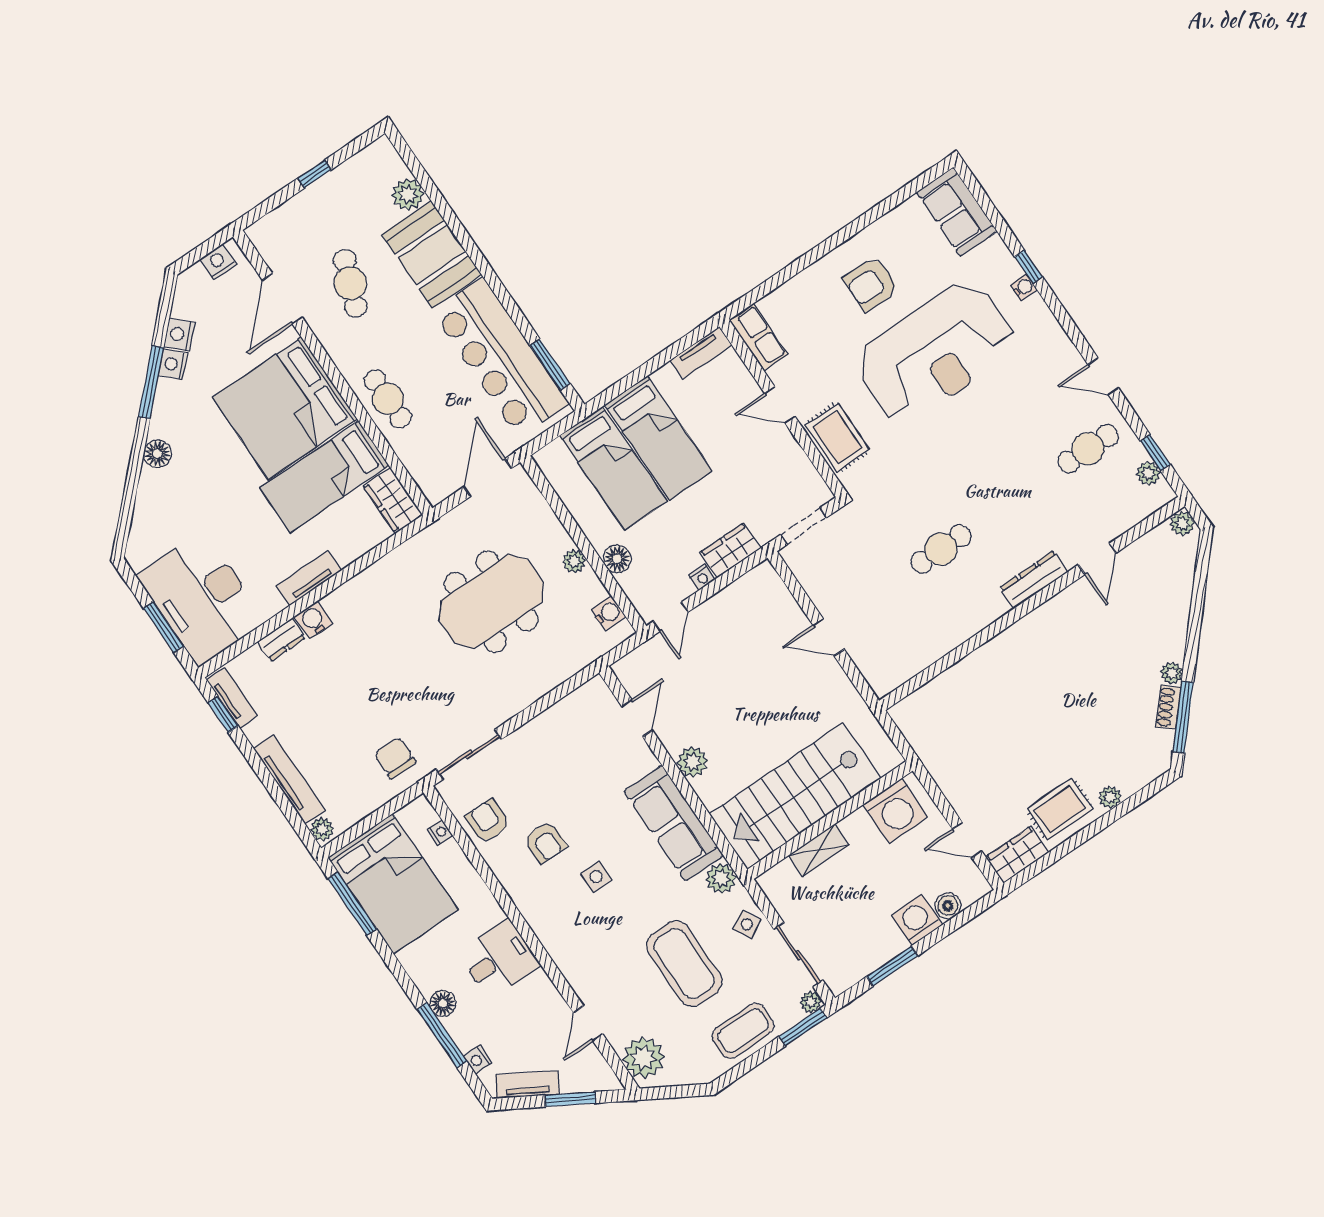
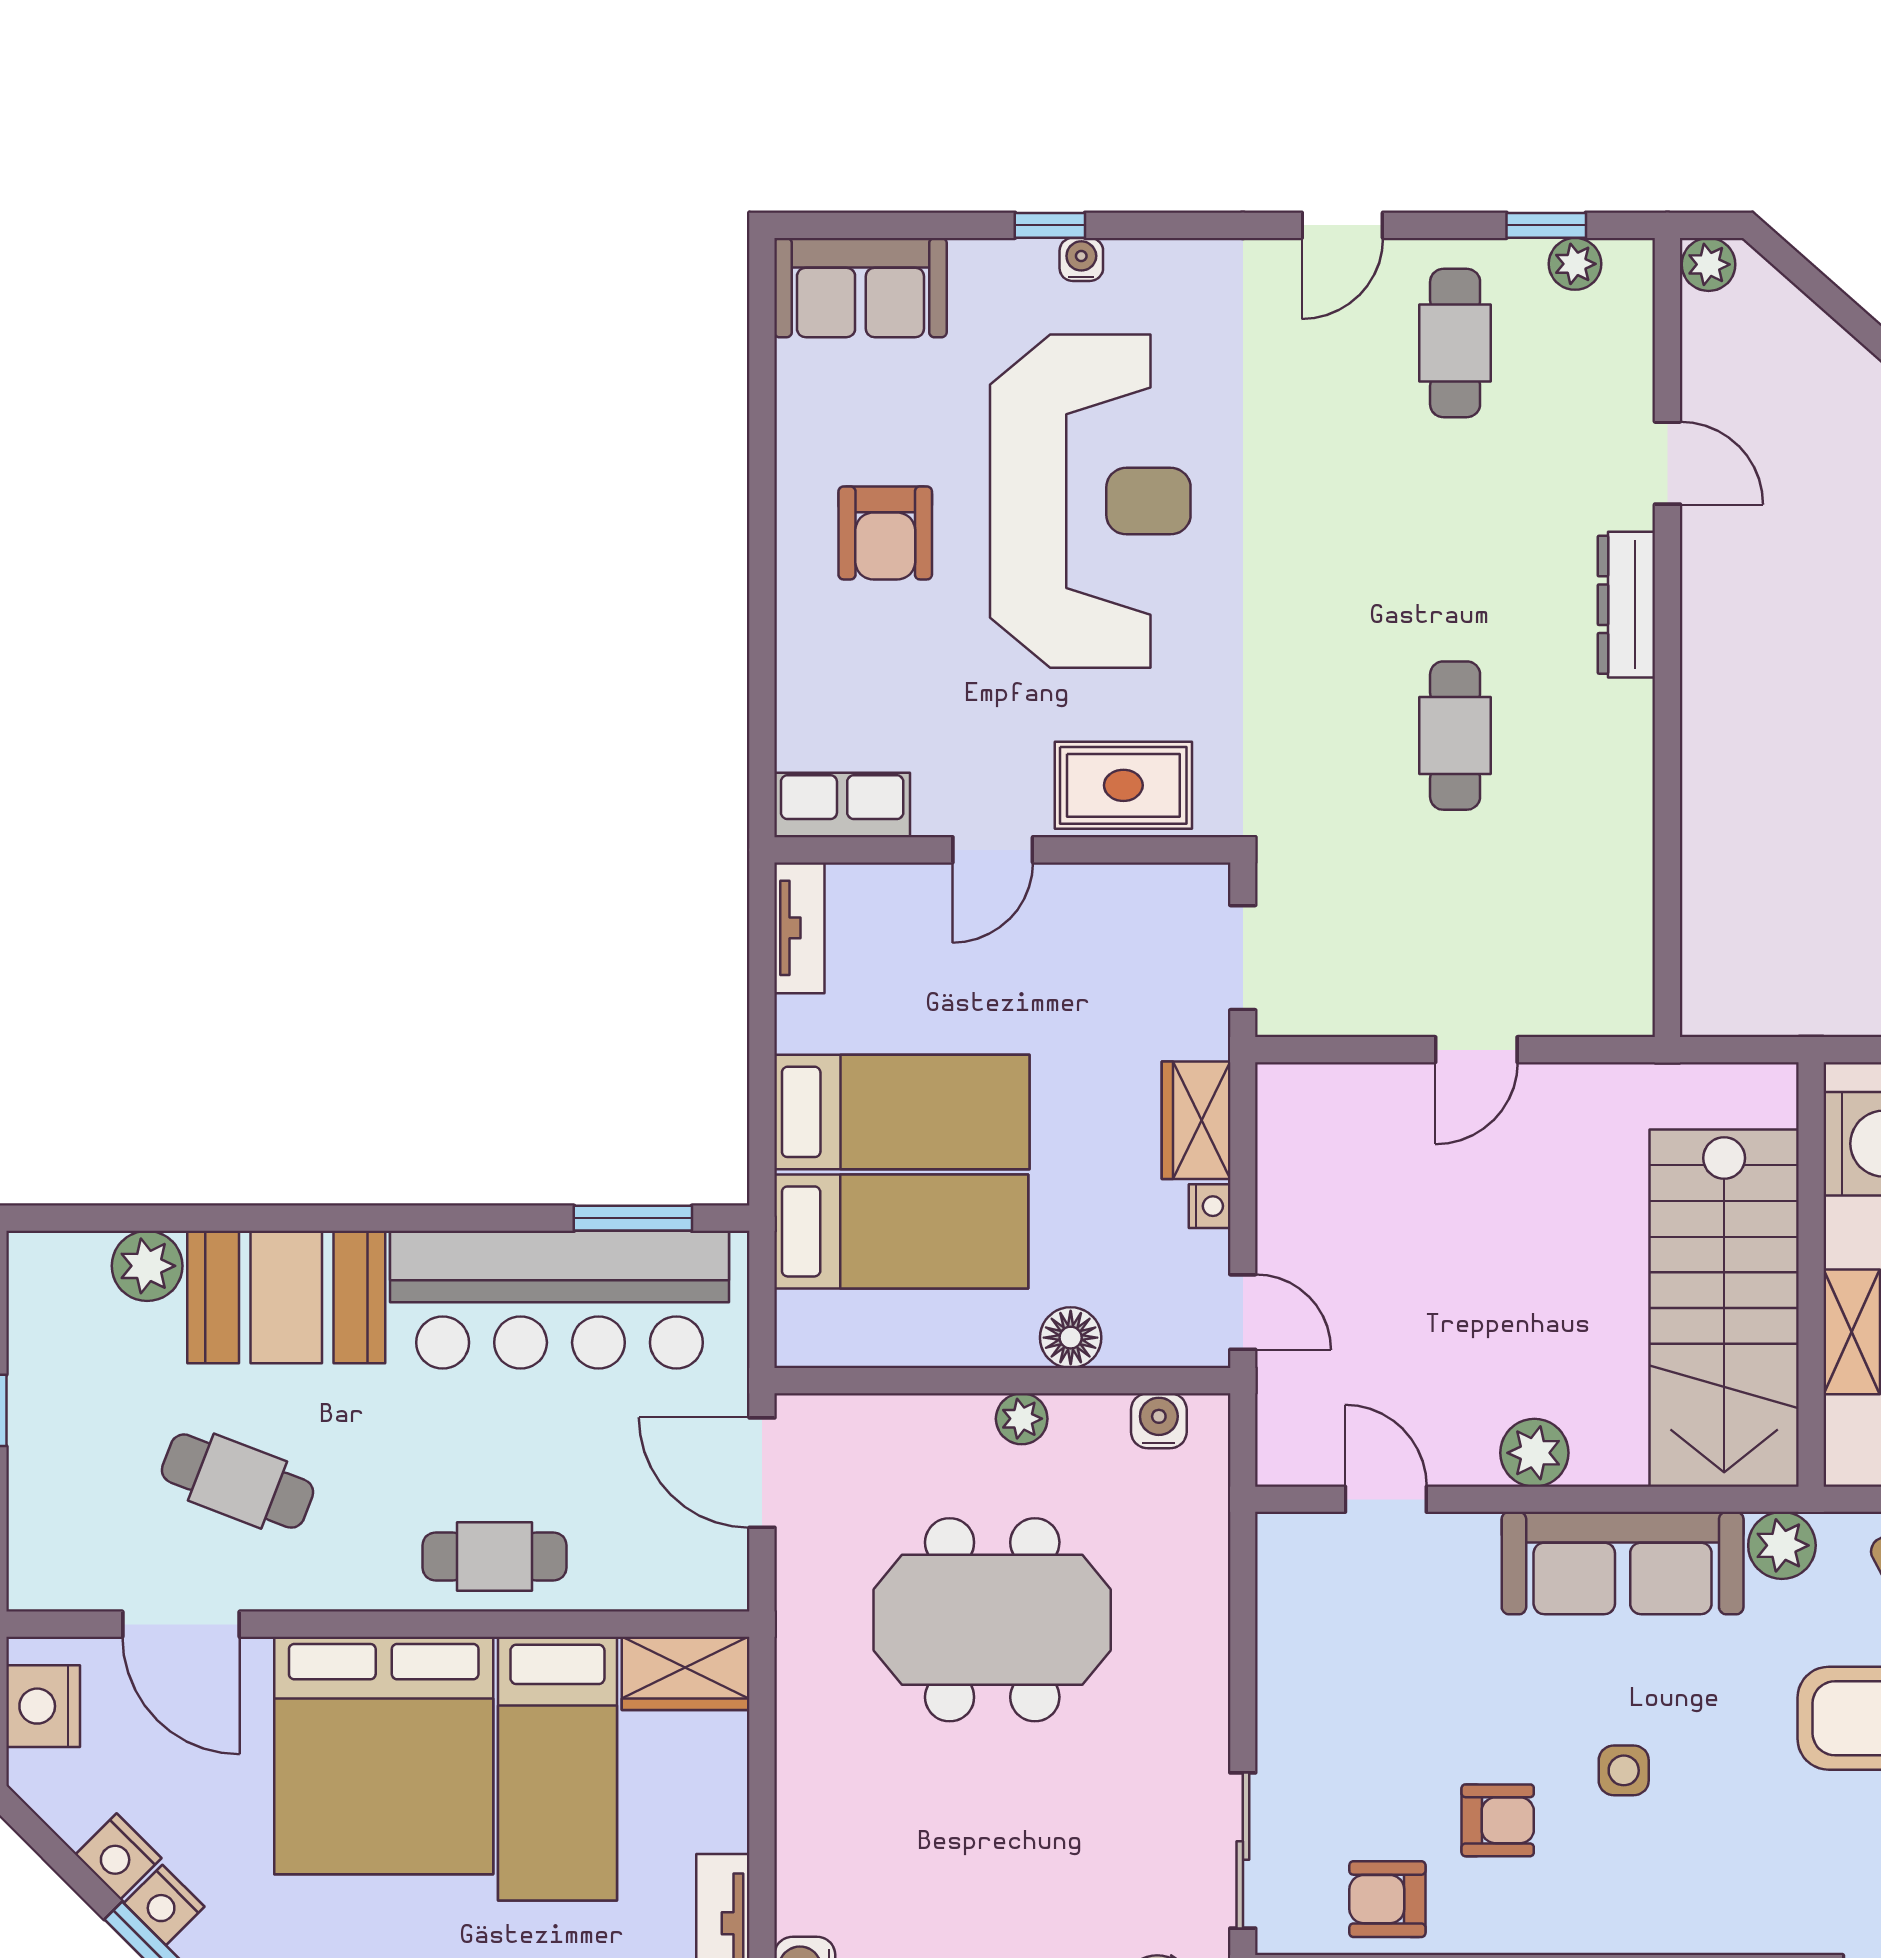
nightstand: (218, 262) -> (43, 1706), width x1.36, depth x1.33
meeting table: (491, 602) -> (992, 1620), turned 90

